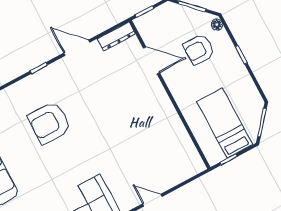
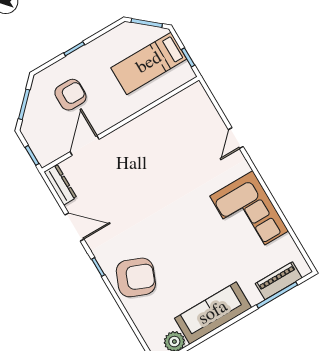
floor lamp: (217, 25) -> (43, 76), removed
door: (77, 48) -> (74, 227), swing flipped
armchair: (199, 49) -> (70, 95), turned -90
armchair: (49, 123) -> (136, 277), moved, turned -68

